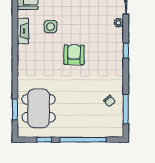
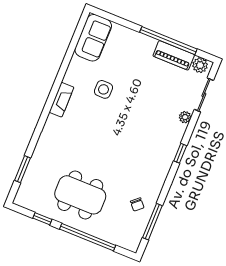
fireplace: (23, 31) -> (61, 100), moved
armchair: (74, 55) -> (118, 134), removed
dining table: (39, 108) -> (80, 195), moved, turned 90

